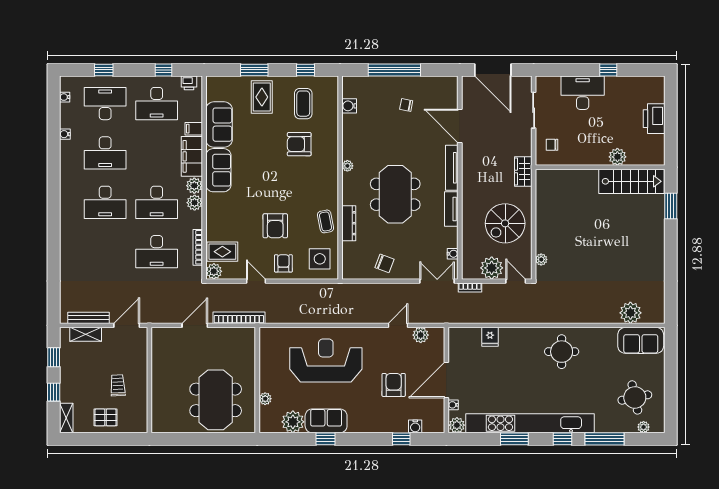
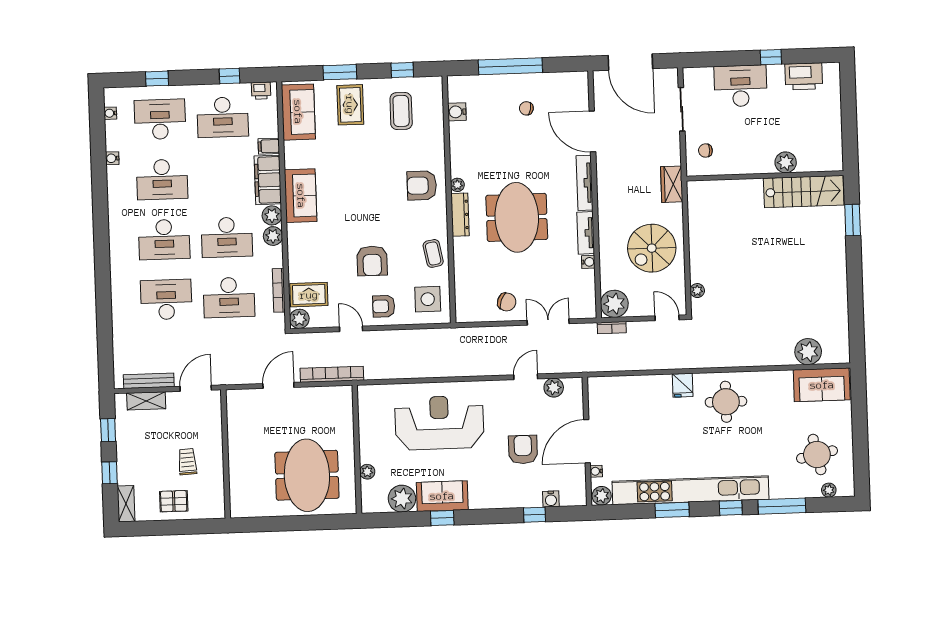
printer: (654, 119) -> (804, 76), moved, turned -90
sofa: (219, 125) -> (298, 112), moved
armchair: (299, 144) -> (422, 185), moved
dresser: (349, 223) -> (460, 215), moved
desk: (105, 252) -> (166, 300), added
water cooler: (453, 254) -> (588, 262), moved
armchair: (283, 263) -> (384, 306), turned -90
plant: (492, 268) -> (614, 304), moved
double door: (437, 281) -> (548, 322), moved
fridge: (490, 337) -> (683, 385), moved

